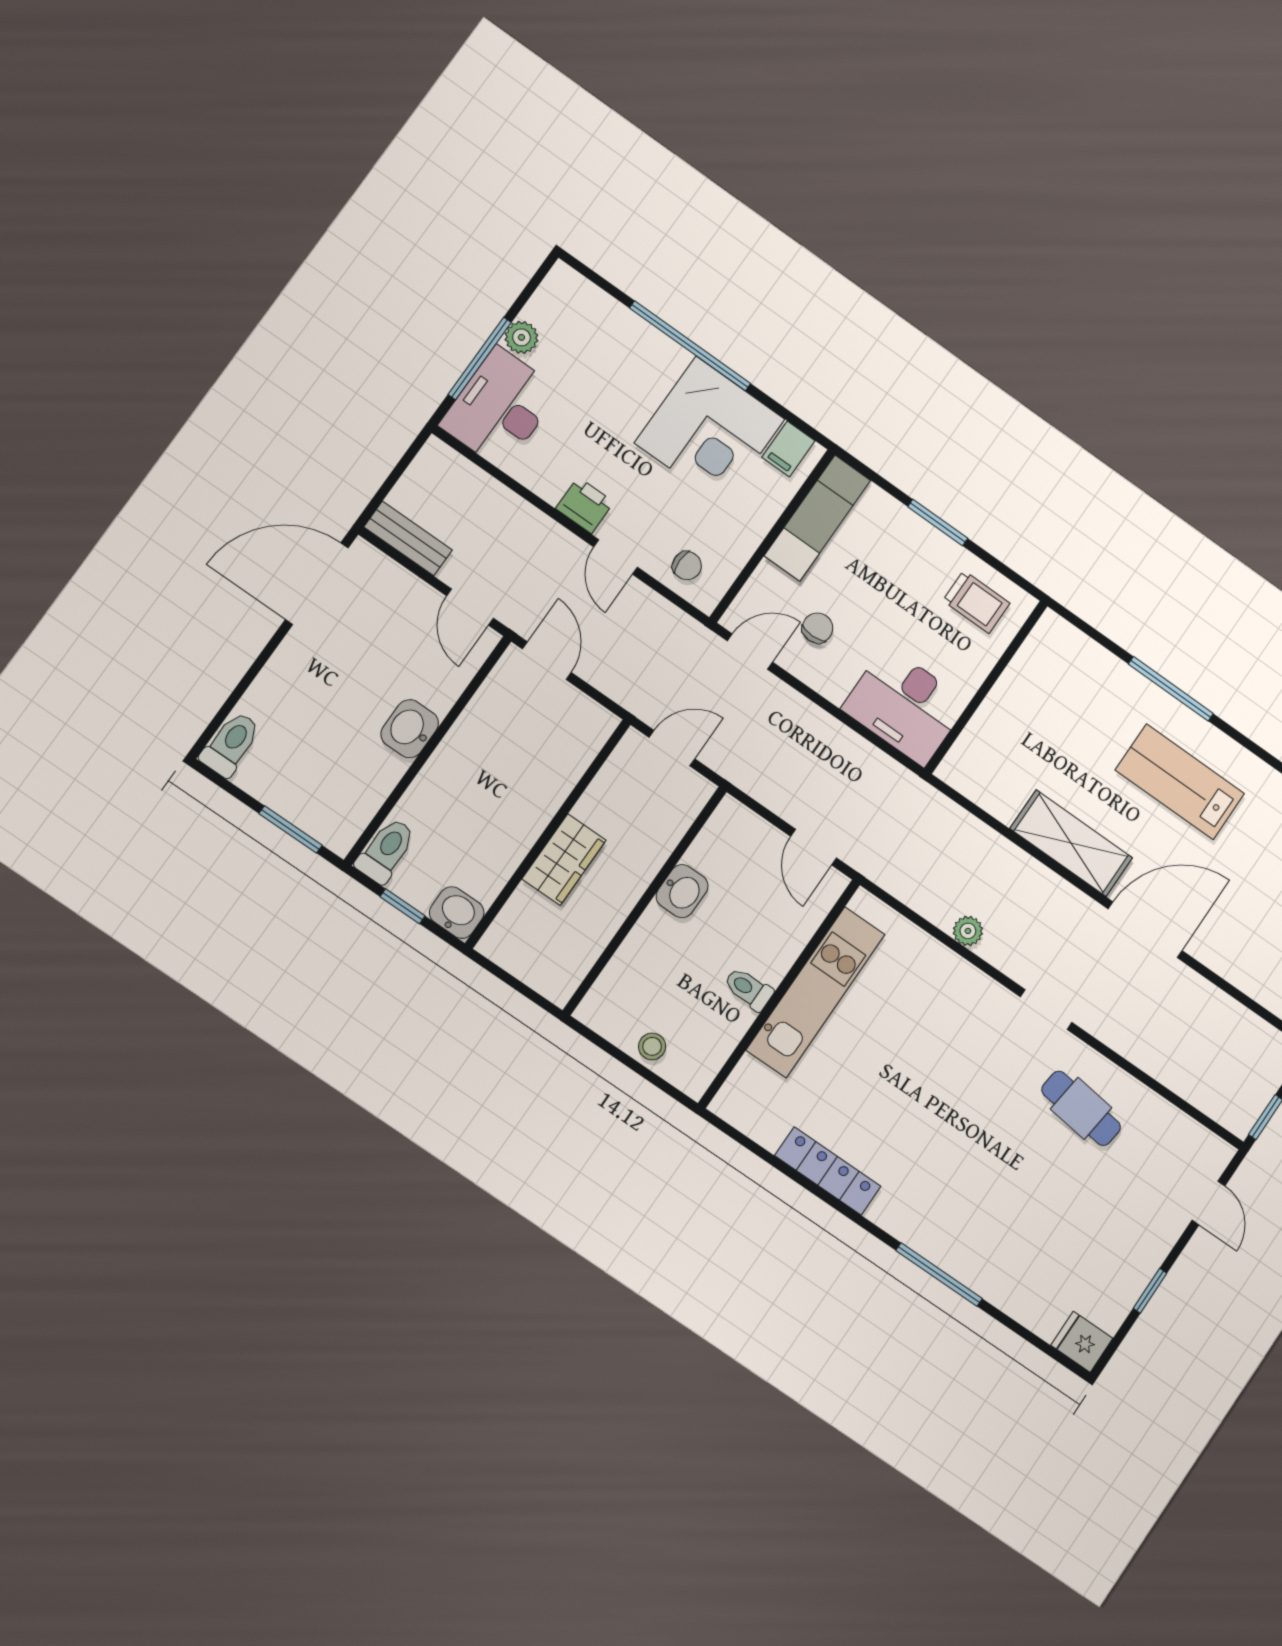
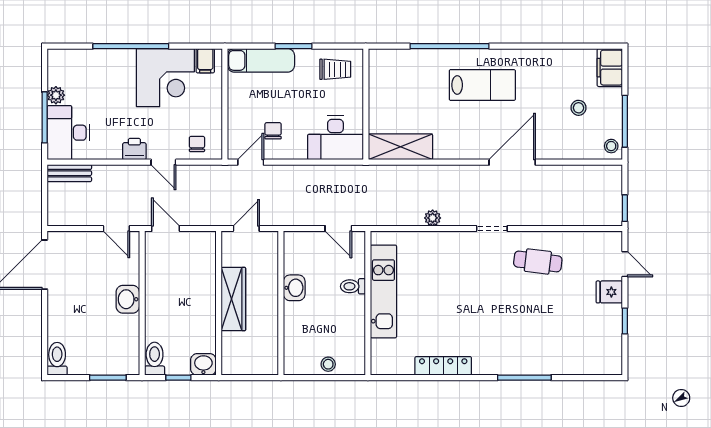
exam couch: (817, 518) -> (261, 60), moved, turned 90
bench: (408, 538) -> (69, 173), moved
chair: (687, 566) -> (197, 144), turned -90
window: (1171, 689) -> (450, 46), width x1.46
lab bench: (1180, 782) -> (482, 85), turned 180
shelving: (1071, 843) -> (400, 147), moved
wardrobe: (564, 860) -> (233, 299), width x1.50
toilet: (748, 989) -> (353, 286), moved
fridge: (1082, 1342) -> (609, 292), moved

